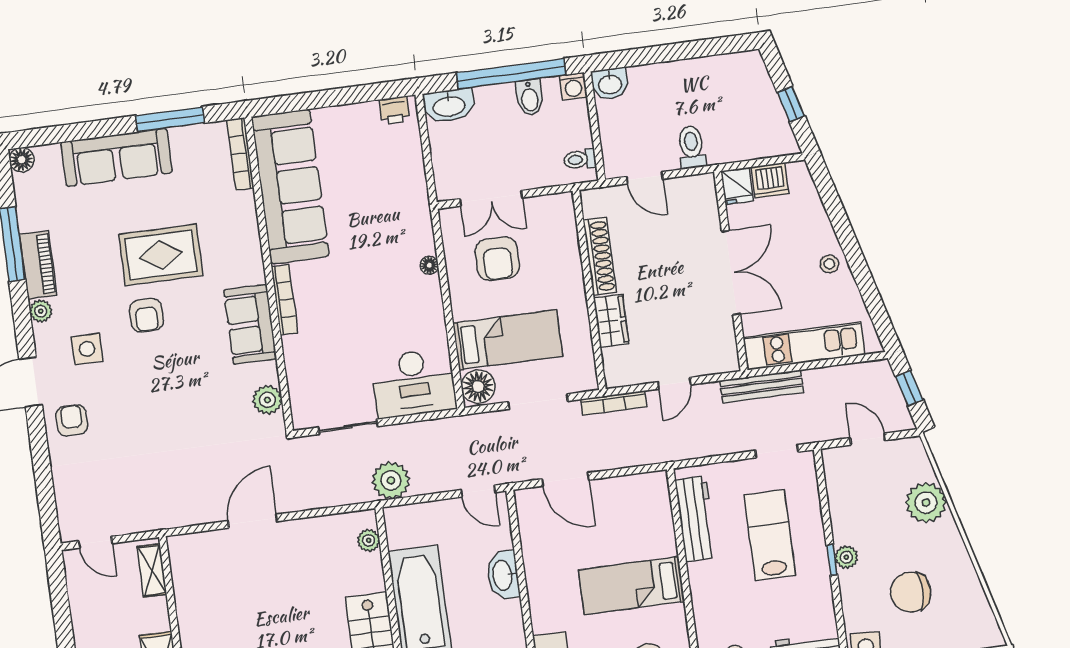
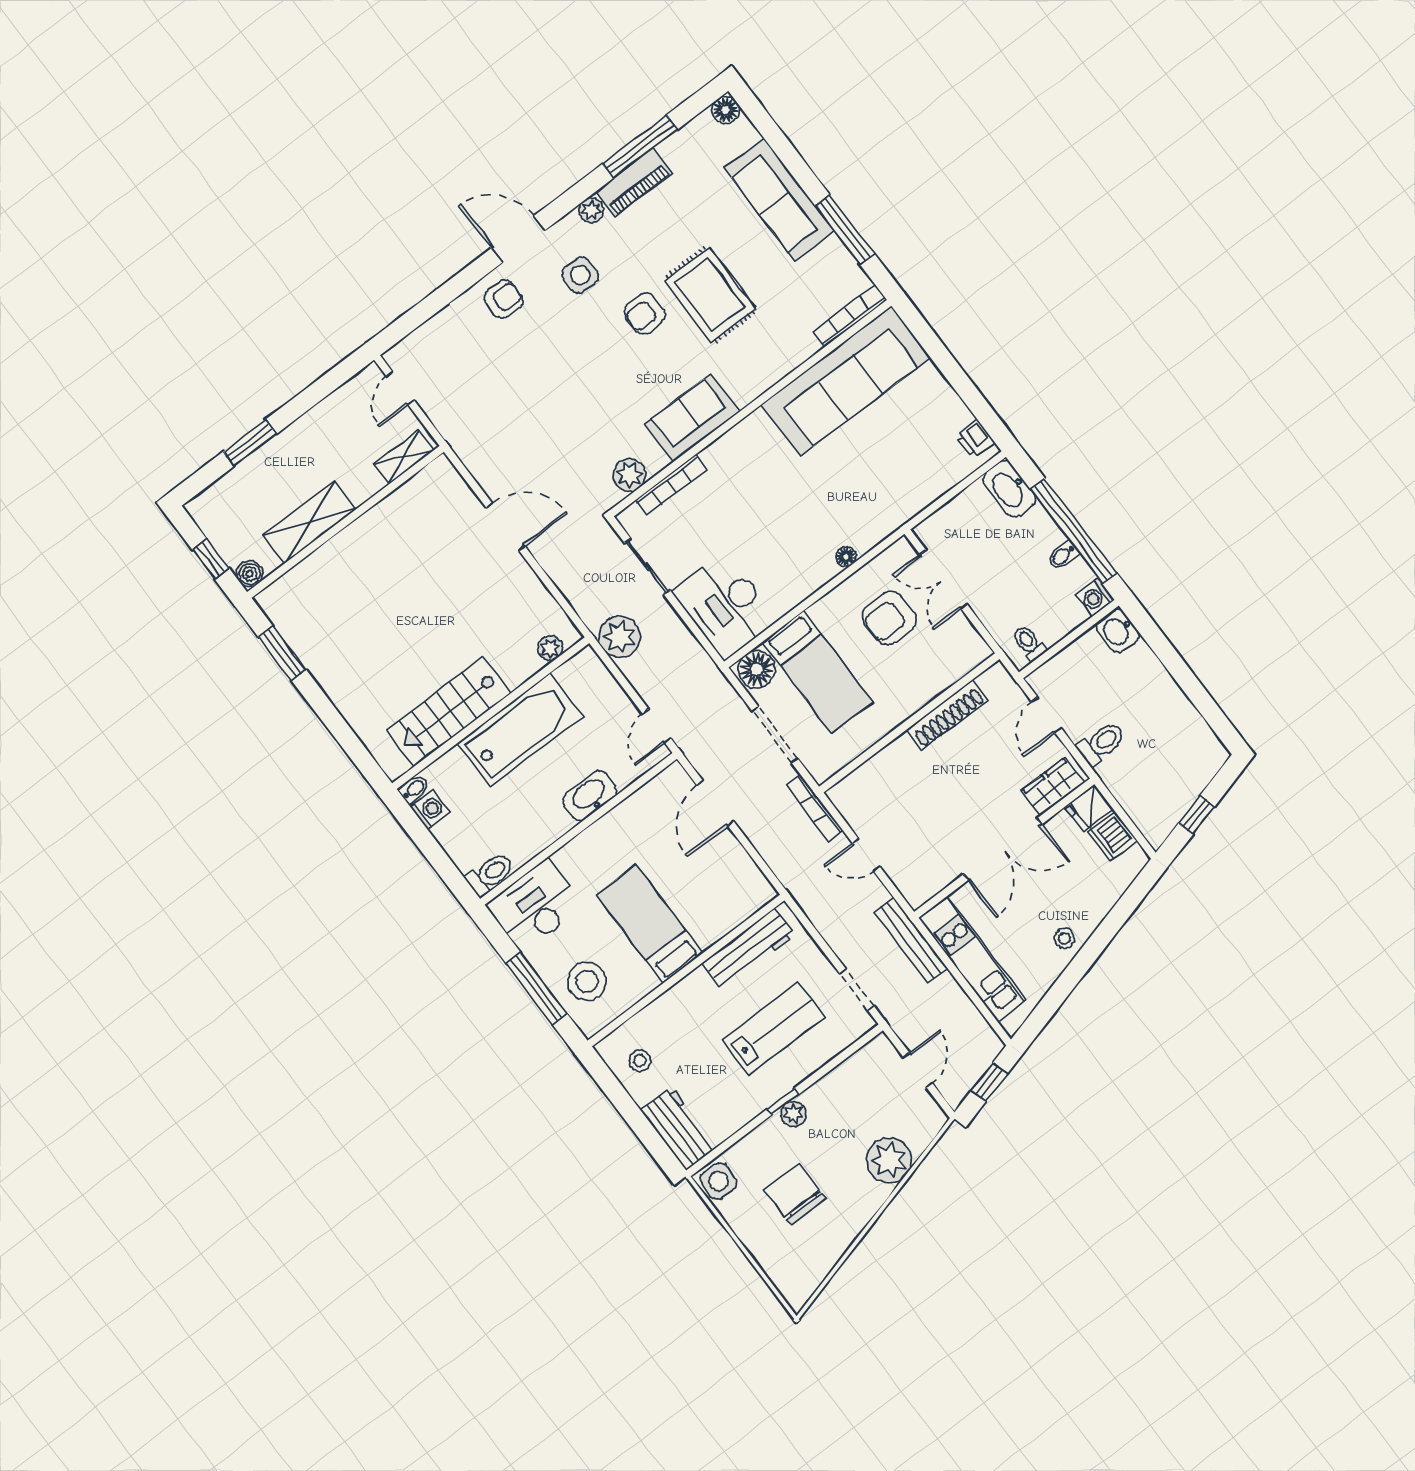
bidet: (530, 97) -> (1063, 555), width x0.72, depth x0.74
bookcase: (284, 300) -> (671, 485), moved
wardrobe: (611, 321) -> (1053, 787), moved, turned 180

